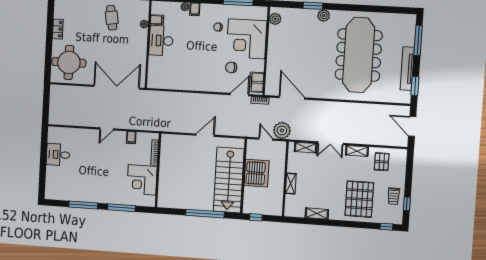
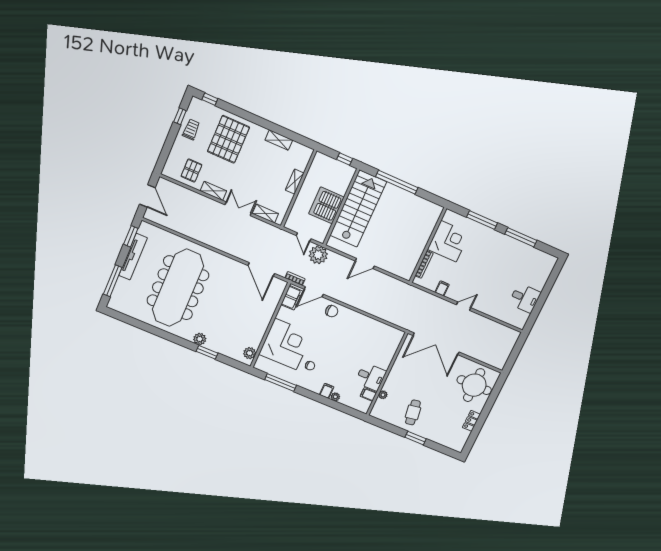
desk: (161, 41) -> (371, 377), width x0.73
chair: (231, 67) -> (332, 311), moved
plant: (282, 130) -> (318, 255), moved

